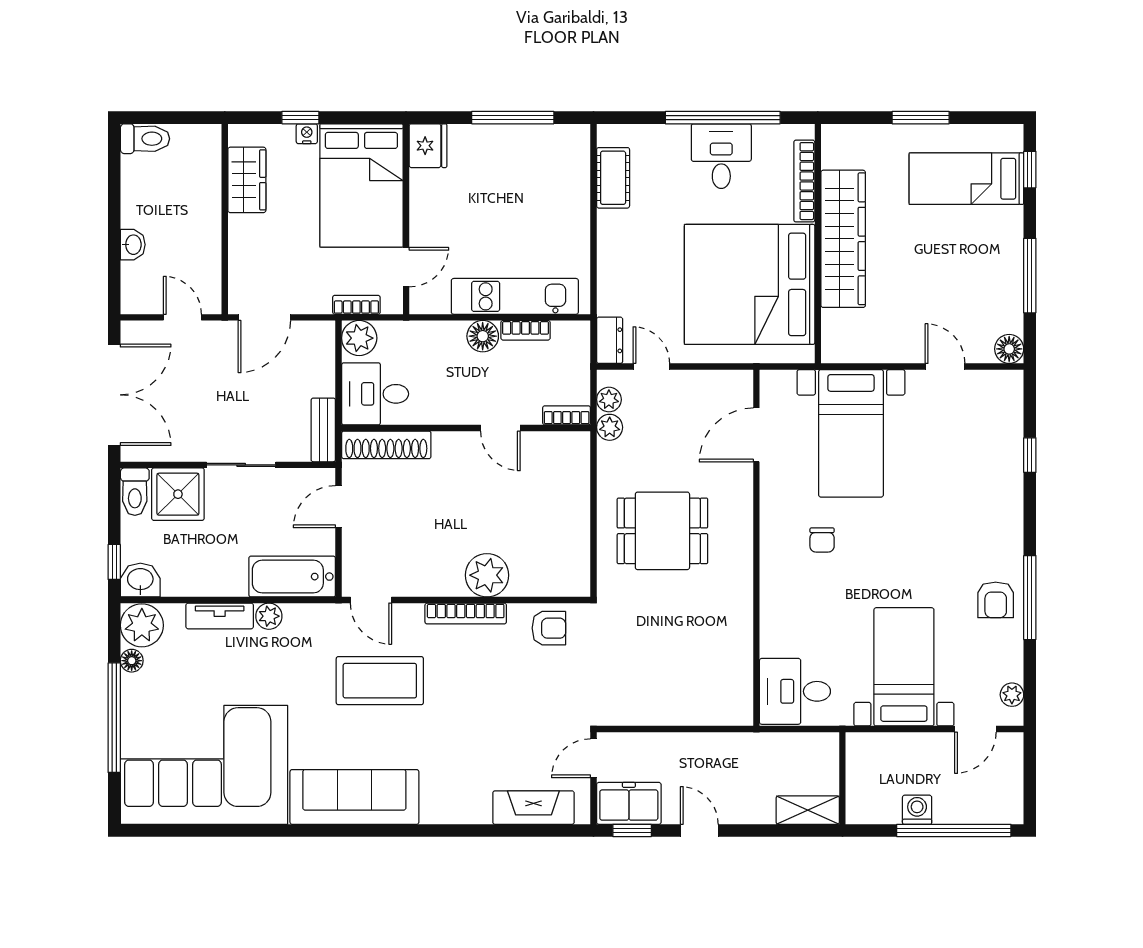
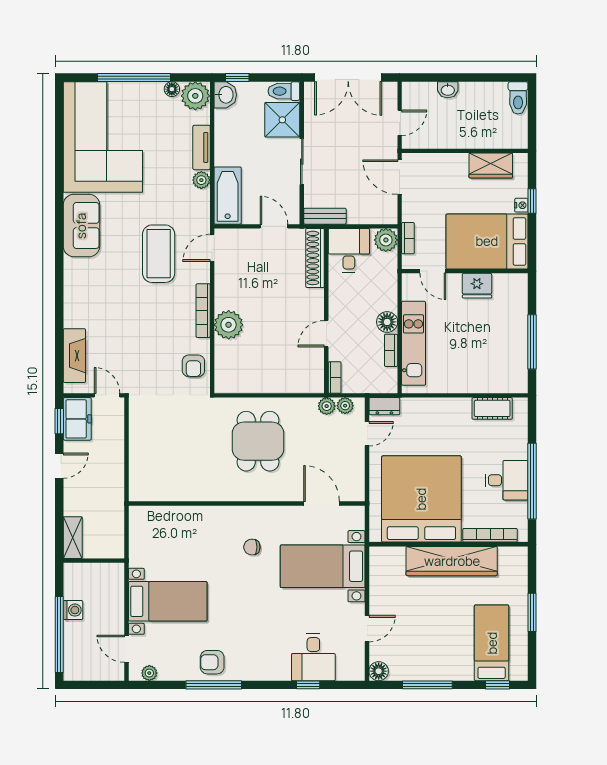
fridge: (428, 146) -> (477, 286), moved
desk: (795, 691) -> (313, 657), moved, turned 180
sofa: (354, 797) -> (81, 226), width x0.73

